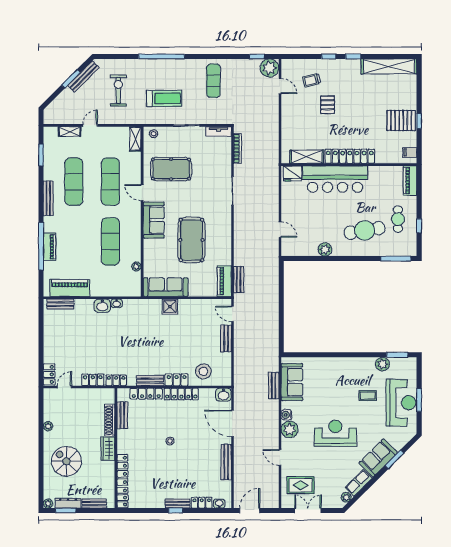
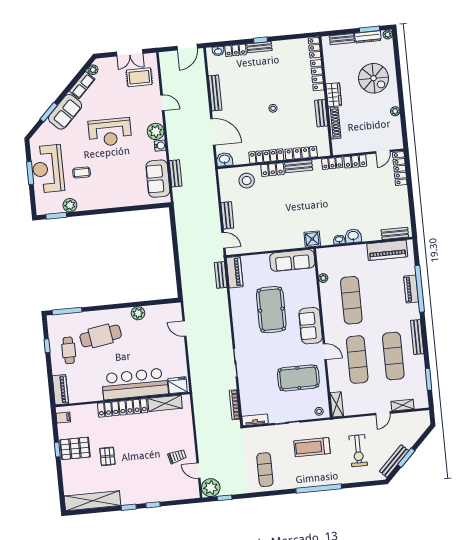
trolley: (312, 80) -> (177, 456), moved
pallet: (328, 105) -> (107, 456), moved
shower: (170, 307) -> (312, 239), moved
locker: (49, 374) -> (400, 169), width x1.53
bench: (122, 415) -> (321, 113), moved

